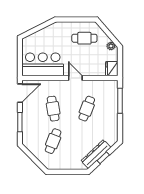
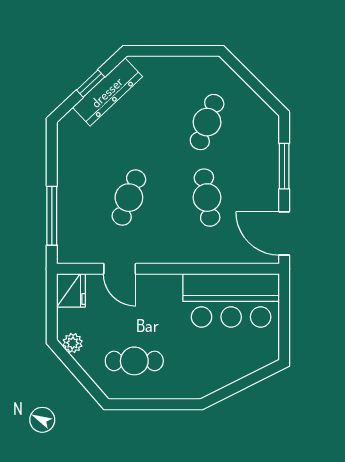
door: (75, 78) -> (120, 269), moved
door: (20, 93) -> (284, 233), hinge flipped

